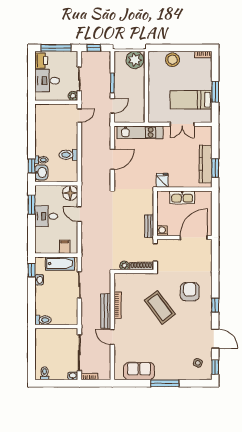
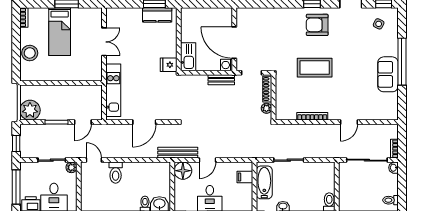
plant: (135, 60) -> (30, 110), moved
bed: (191, 100) -> (60, 32), moved
door: (112, 106) -> (83, 122), swing flipped
toilet: (68, 155) -> (116, 173), moved
door: (112, 159) -> (144, 122), swing flipped
kitchen counter: (206, 164) -> (157, 15), width x0.67
kitchen sink: (182, 197) -> (188, 57), moved
door: (194, 238) -> (234, 43), moved
armchair: (190, 292) -> (317, 25), moved
coffee table: (160, 307) -> (315, 68), turned 37
bench: (106, 311) -> (178, 153), moved
sofa: (139, 371) -> (388, 74), moved
window: (165, 383) -> (402, 62), width x1.46

